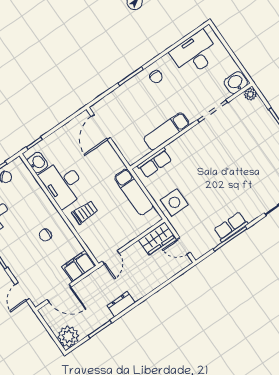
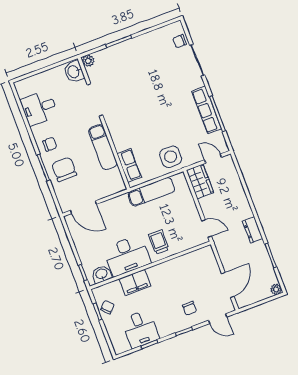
desk: (195, 54) -> (39, 108), width x0.73
chair: (134, 98) -> (64, 169), added
row of seats: (231, 227) -> (206, 110), width x1.48
chair: (45, 235) -> (190, 308), moved
door: (183, 246) -> (213, 159), swing flipped
filing cabinet: (79, 266) -> (135, 282), moved, turned -90
plant: (68, 336) -> (276, 289), width x0.53, depth x0.53

